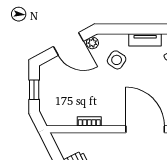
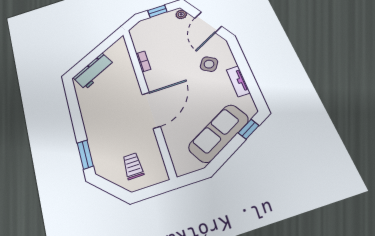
plant: (92, 43) -> (181, 14), moved

